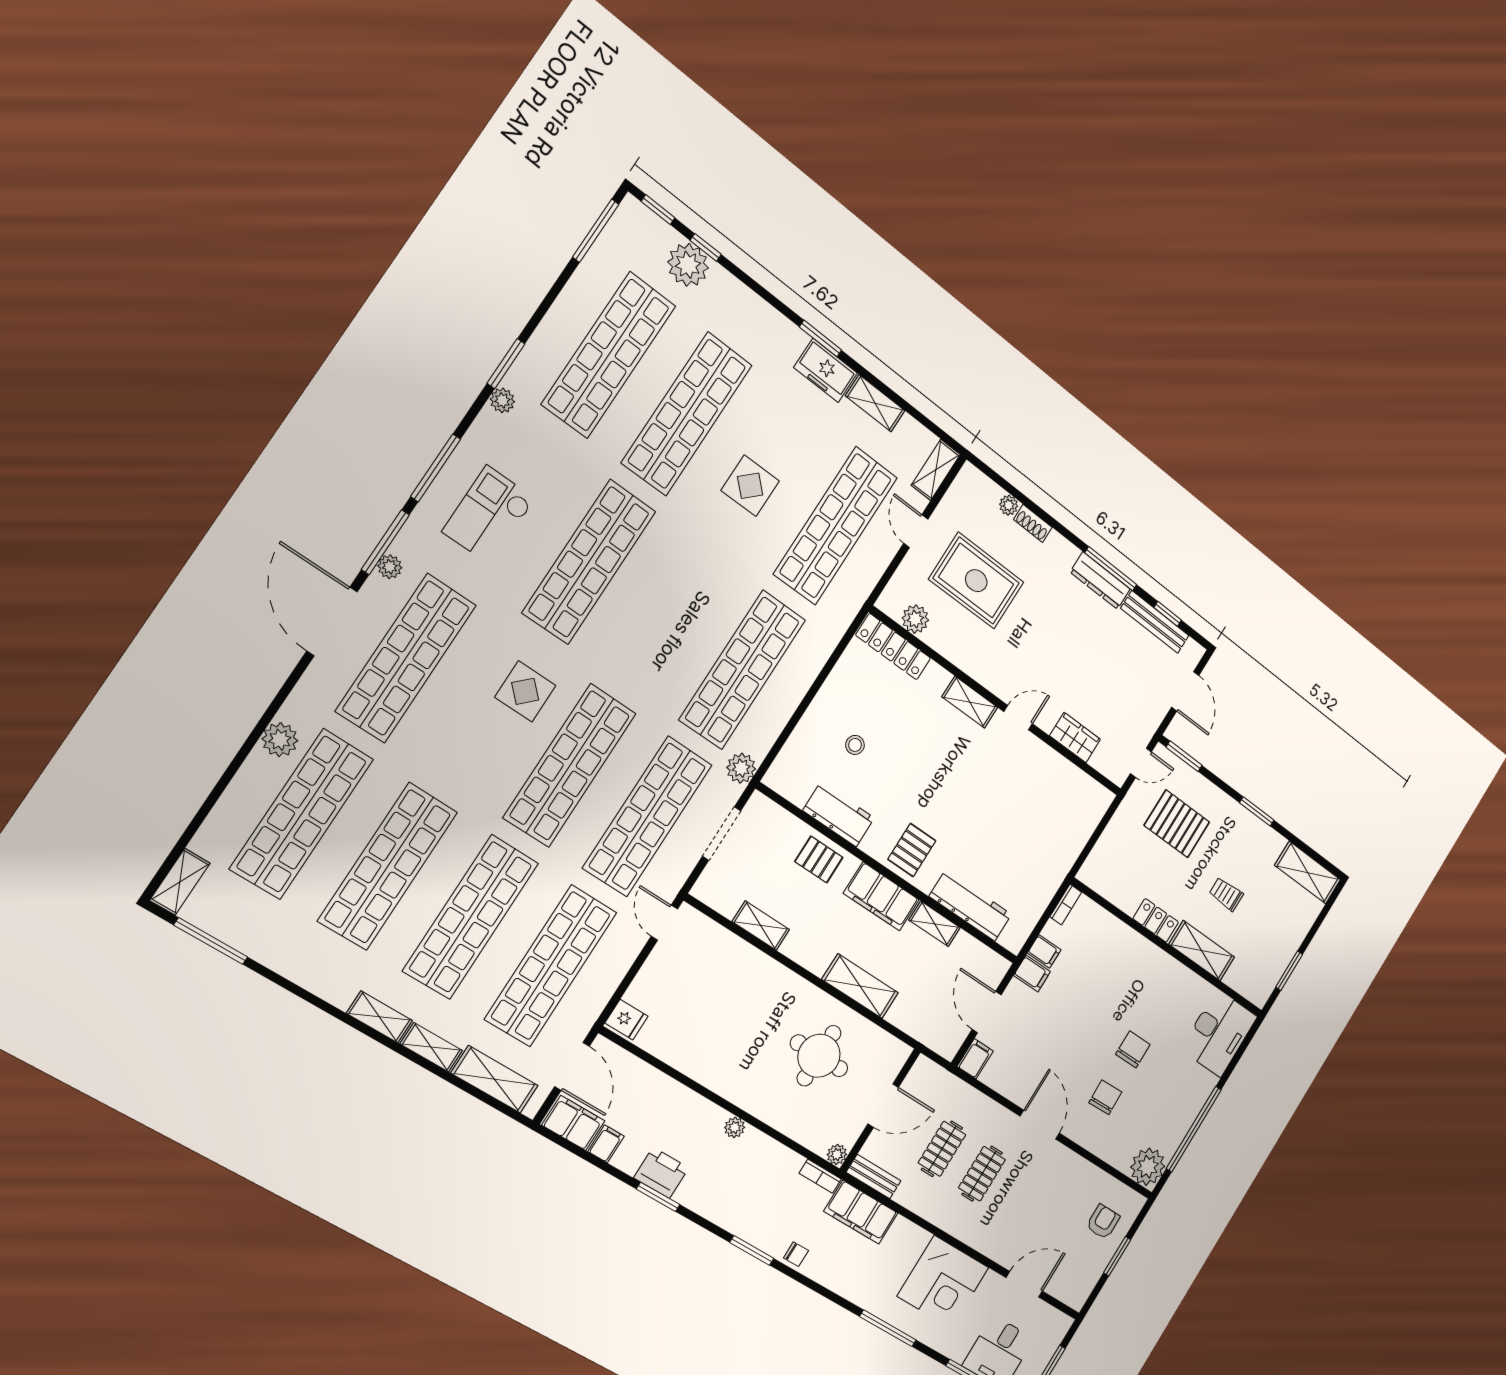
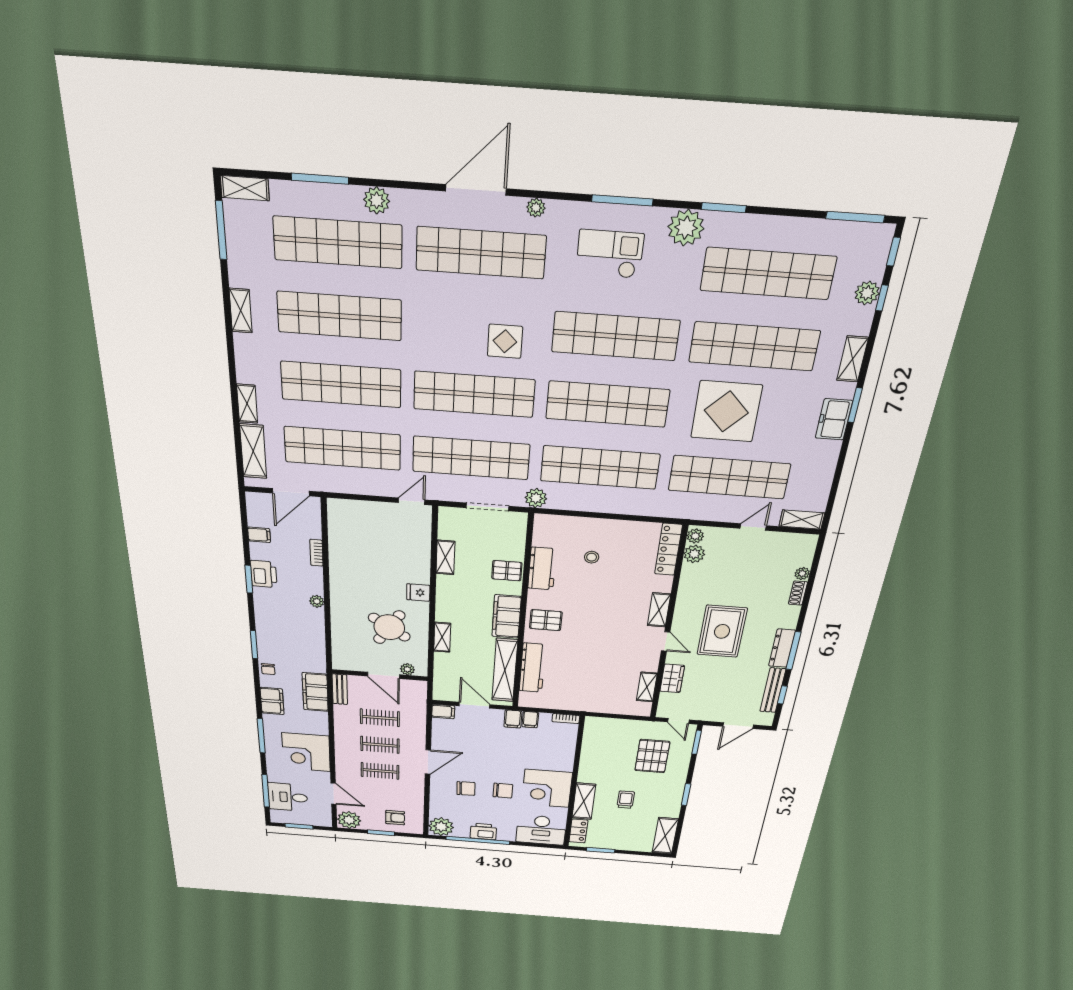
plant: (688, 265) -> (867, 293), width x0.73, depth x0.73
plant: (502, 400) -> (686, 228), width x1.87, depth x1.87
shelving: (875, 403) -> (852, 359), moved
display table: (750, 486) -> (726, 411), width x1.86, depth x1.86
window: (385, 542) -> (320, 179), moved
rug: (976, 581) -> (722, 631), moved
plant: (892, 605) -> (695, 536), added
shop shelf: (667, 617) -> (607, 404), added
shelving: (1071, 776) -> (647, 687), added
pallet: (819, 859) -> (507, 571), turned 90
locker: (1156, 920) -> (578, 831), moved
shelving: (934, 924) -> (505, 670), width x2.20, depth x1.33
shelving: (860, 986) -> (442, 637), width x0.67, depth x0.75
corner desk: (1158, 989) -> (547, 788), added
door: (987, 1012) -> (474, 705), hinge flipped
shelving: (379, 1017) -> (241, 311), moved
fridge: (626, 1020) -> (418, 592), moved, turned 90
round table: (819, 1056) -> (389, 627), turned 33
printer: (1183, 1113) -> (483, 831), added
filing cabinet: (573, 1123) -> (272, 701), moved
plant: (837, 1154) -> (407, 669), moved
bookcase: (820, 1176) -> (316, 553), moved
clothes rail: (1021, 1198) -> (380, 771), added
plant: (1075, 1288) -> (349, 820), added

